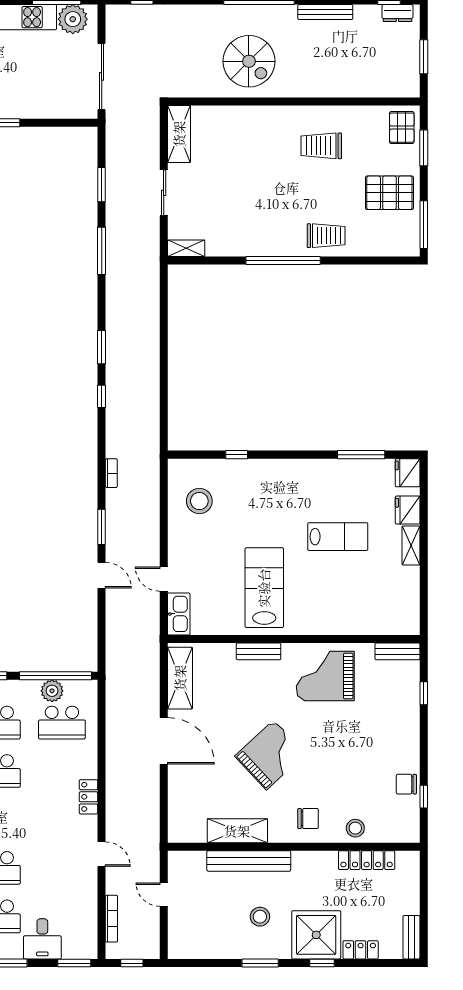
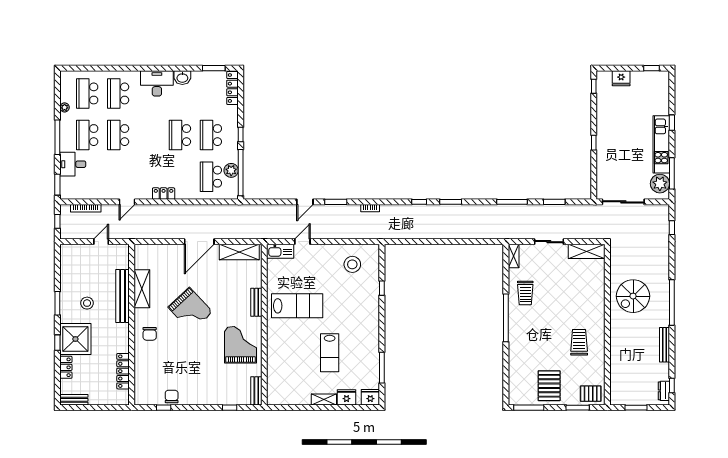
trolley: (326, 236) -> (525, 293), moved
stool: (355, 828) -> (144, 364), removed

